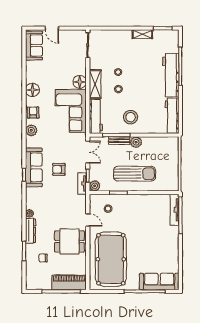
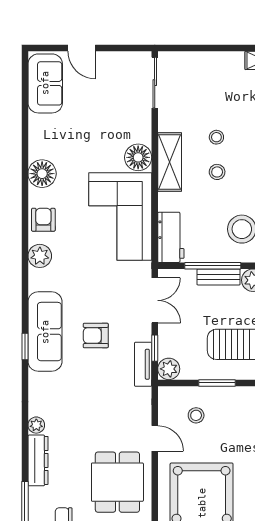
workbench: (96, 117) -> (171, 237), width x0.73
dining table: (69, 241) -> (117, 482), turned 90

